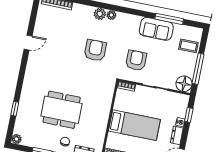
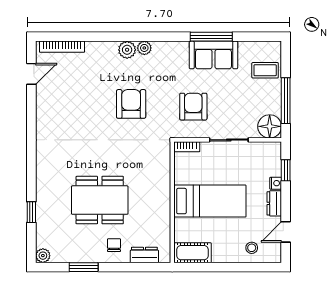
window: (169, 19) -> (211, 37), moved
door: (28, 43) -> (31, 74), moved

